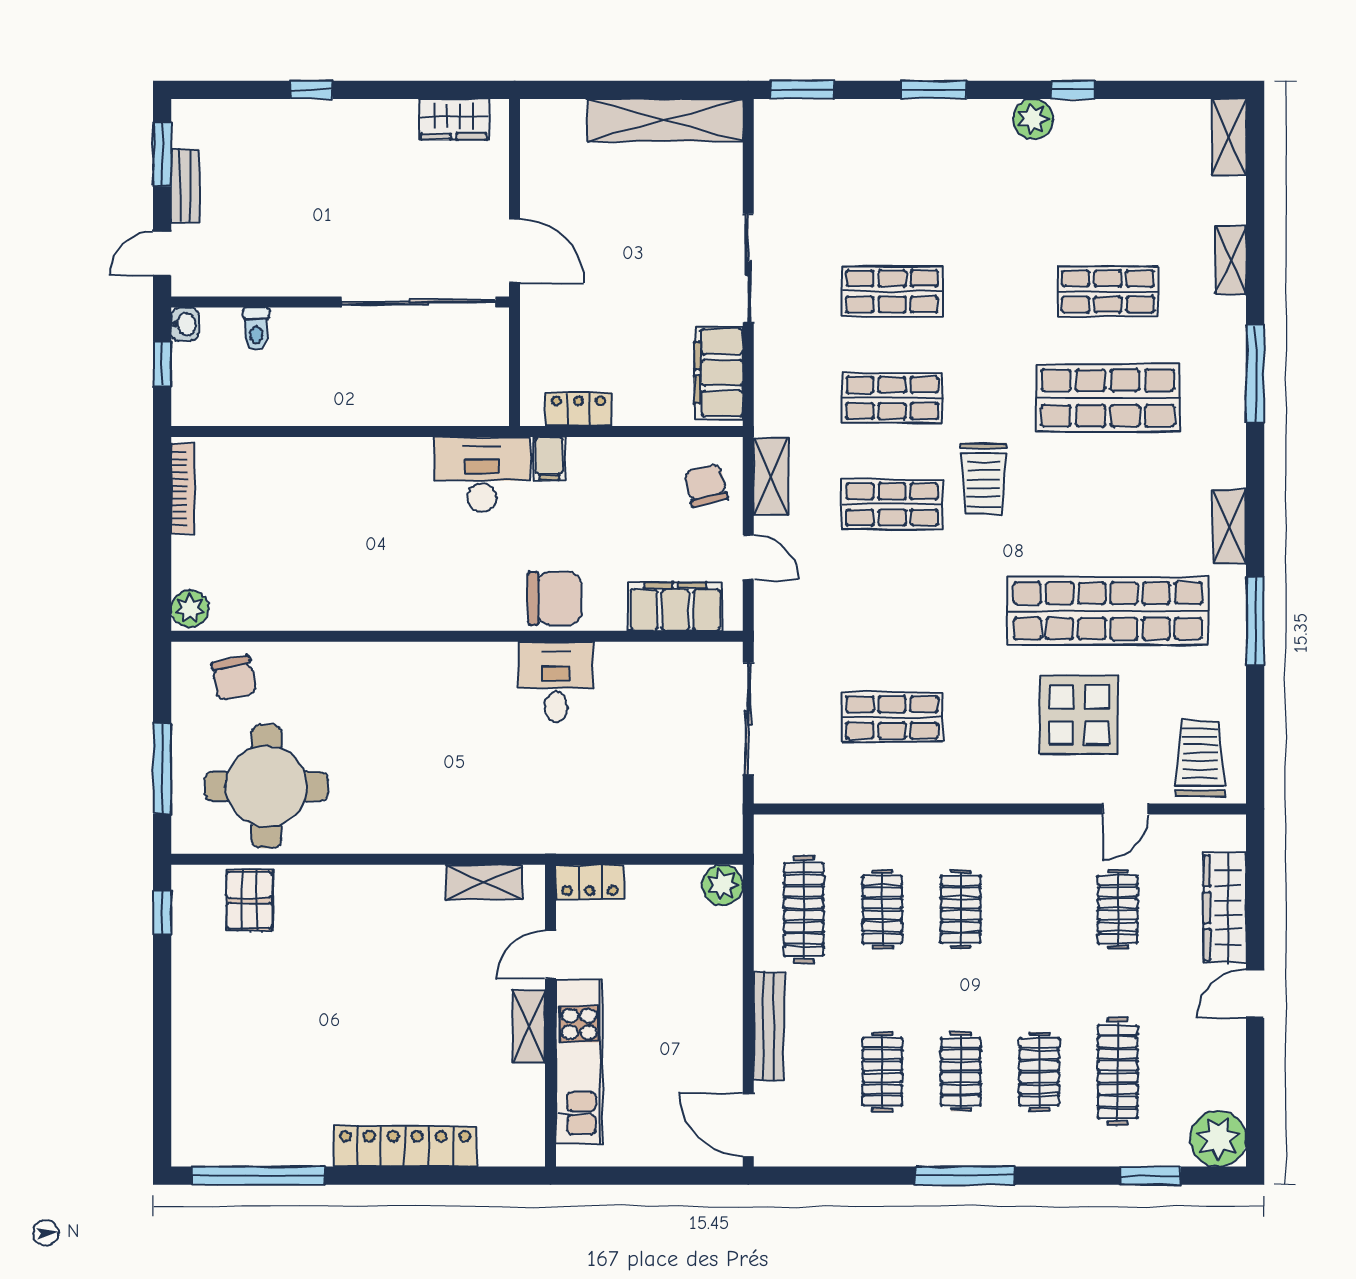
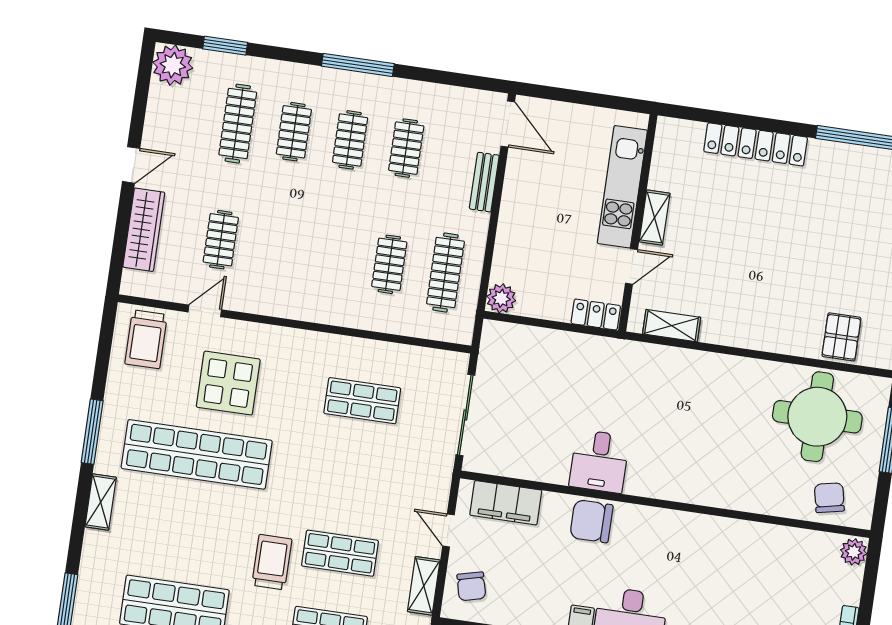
clothes rail: (961, 909) -> (333, 256), removed
bench: (769, 1026) -> (484, 182), width x0.73

